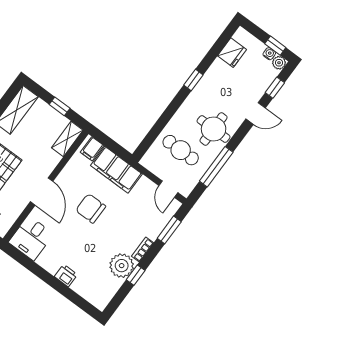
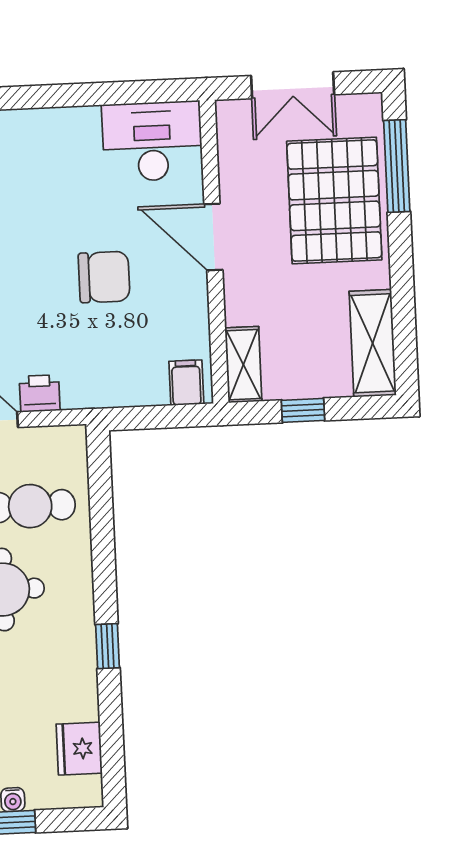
filing cabinet: (116, 170) -> (114, 381), removed
desk: (31, 238) -> (152, 141), width x1.37
printer: (66, 276) -> (40, 393), moved, turned 180

